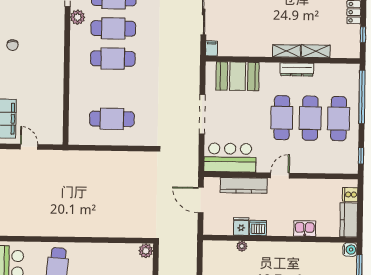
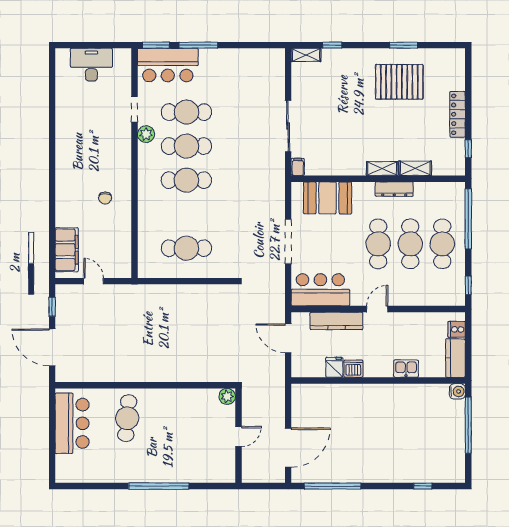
chair: (12, 45) -> (105, 198), moved
plant: (242, 246) -> (335, 390), removed

